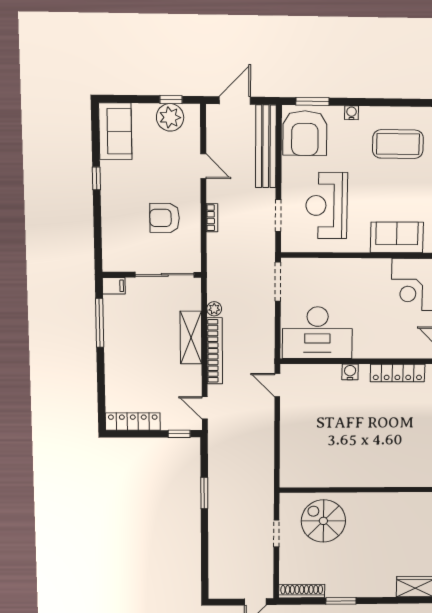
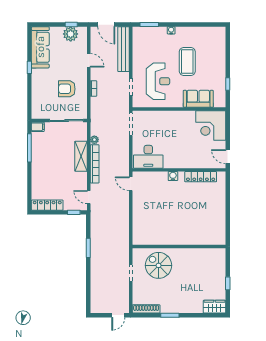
door: (235, 100) -> (106, 24), swing flipped
sofa: (115, 131) -> (40, 47), width x1.36
armchair: (305, 133) -> (145, 42), removed
coffee table: (398, 144) -> (187, 61), moved, turned 90
reception desk: (327, 206) -> (158, 81), turned 180
desk: (317, 333) -> (148, 157), width x0.73, depth x0.77

